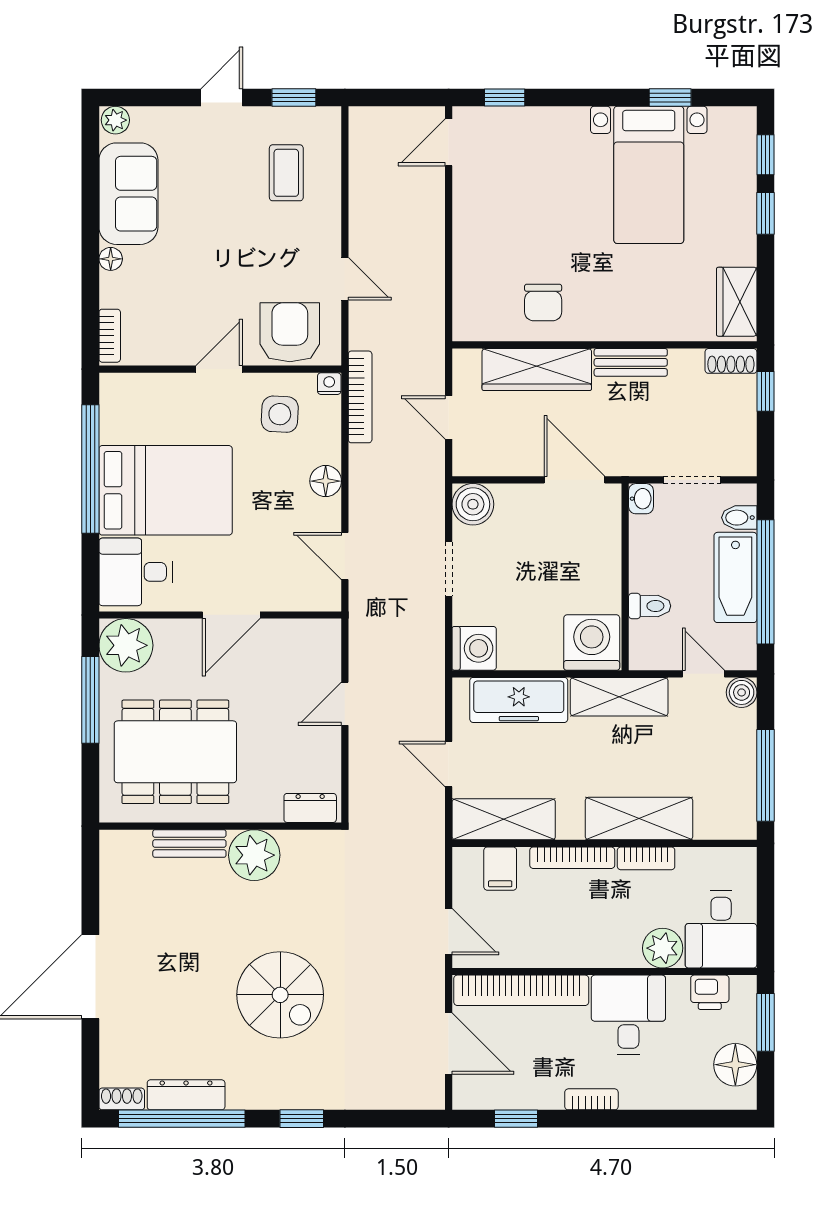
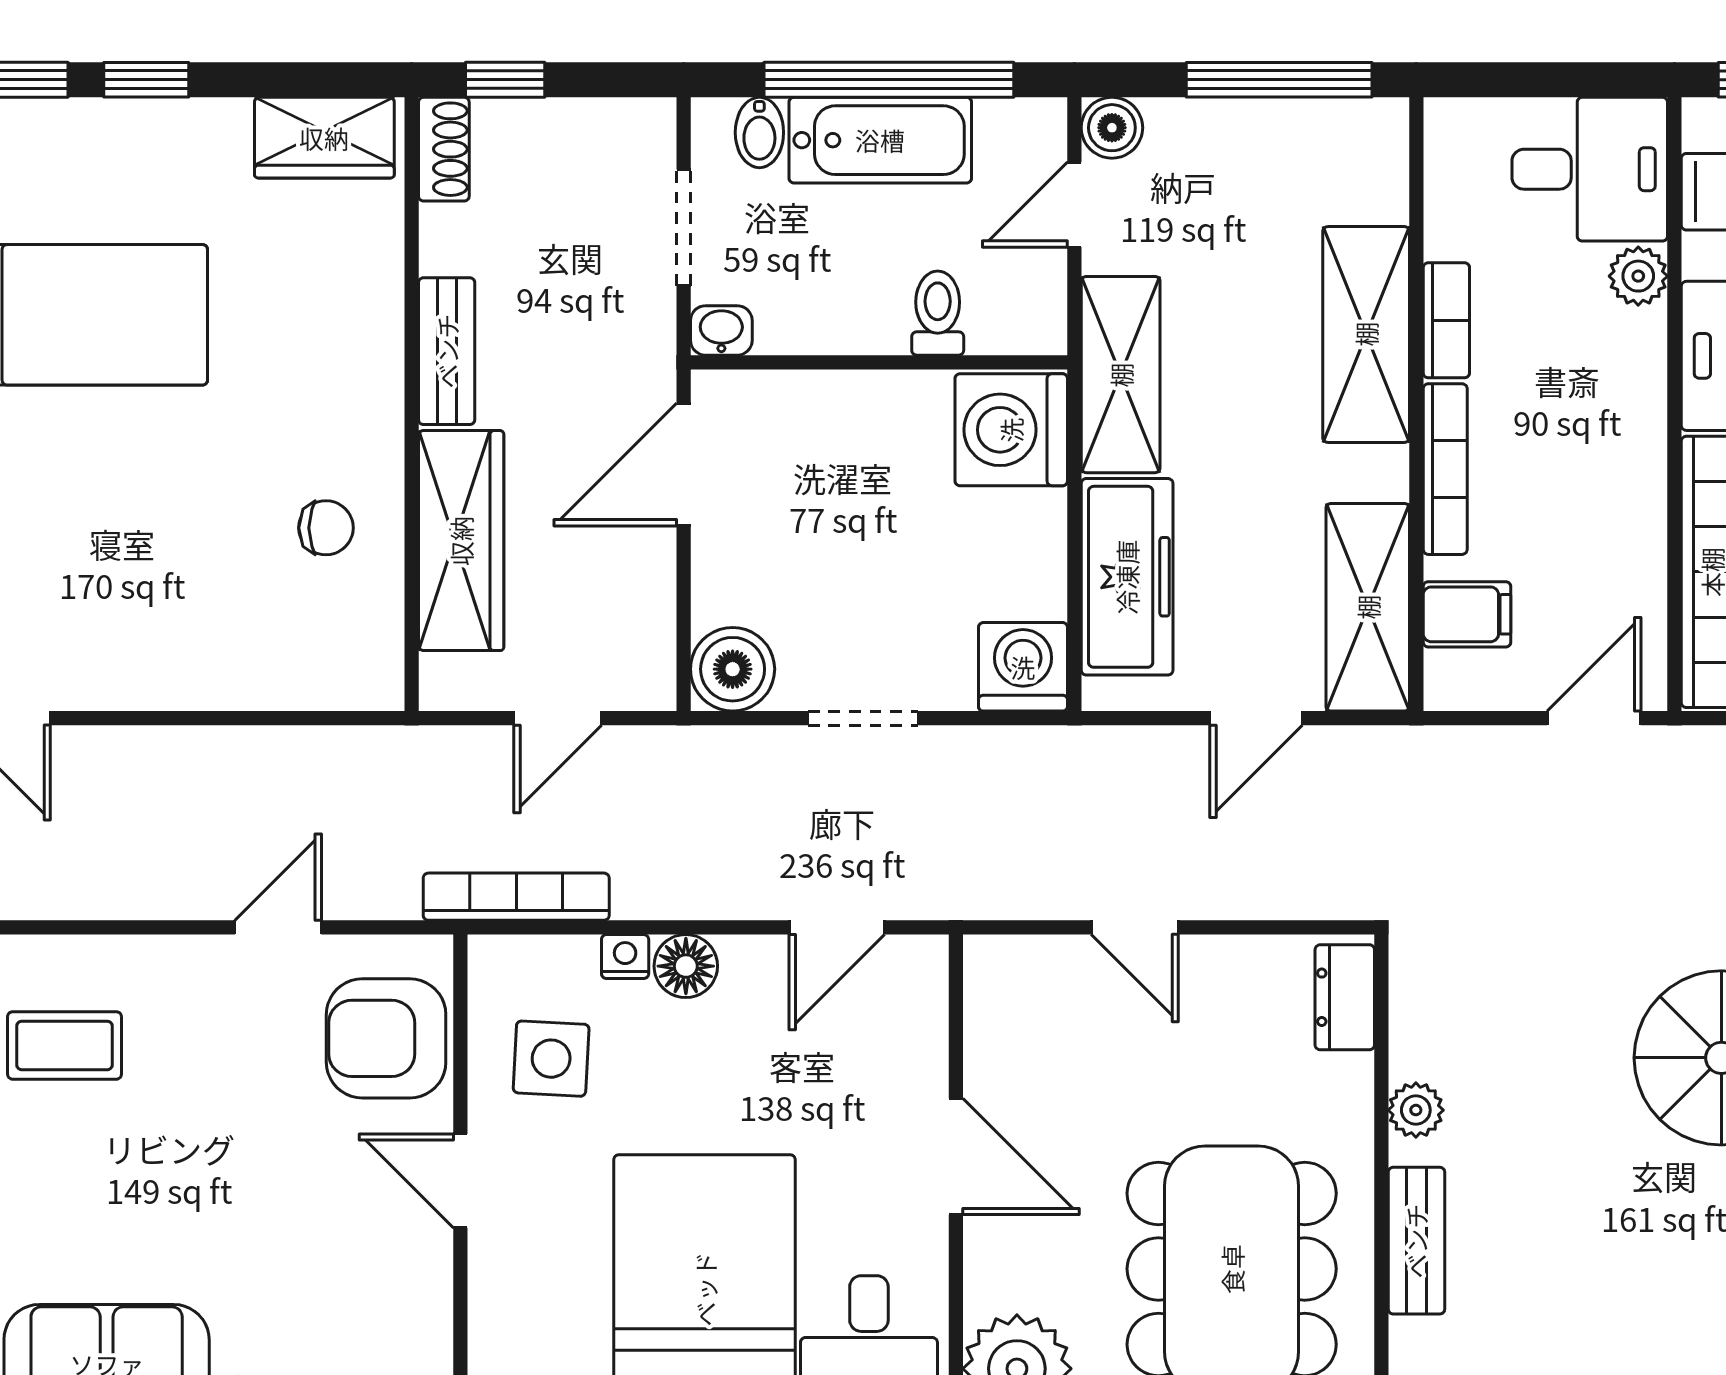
chair: (543, 303) -> (326, 528), width x0.73, depth x0.73
nightstand: (329, 384) -> (625, 957), moved, turned 90
plant: (254, 855) -> (1416, 1110), width x0.53, depth x0.53
plant: (663, 948) -> (1638, 276), width x0.73, depth x0.73

